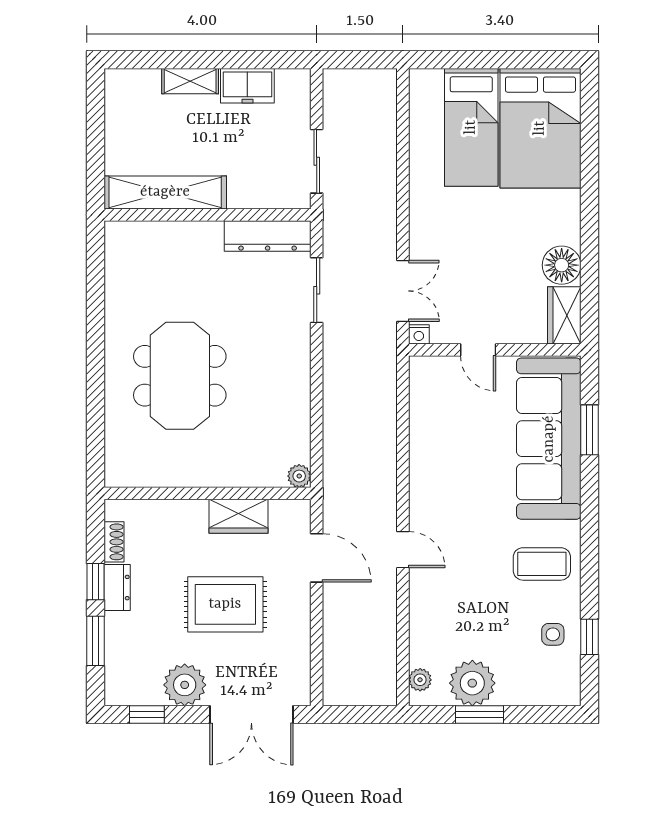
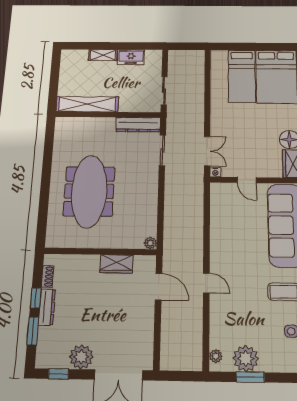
meeting table: (180, 376) -> (89, 191), width x1.36
dresser: (117, 588) -> (47, 307), width x1.44
rug: (225, 604) -> (107, 312), removed

